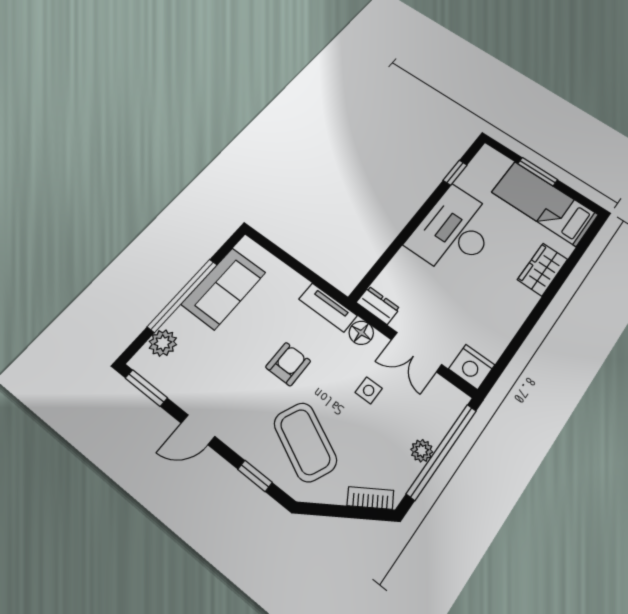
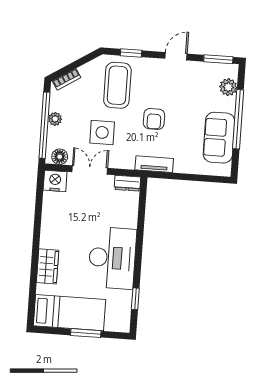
floor lamp: (361, 333) -> (60, 157), moved
side table: (369, 390) -> (102, 132), width x1.87, depth x1.87
coffee table: (305, 442) -> (117, 85), turned 65

